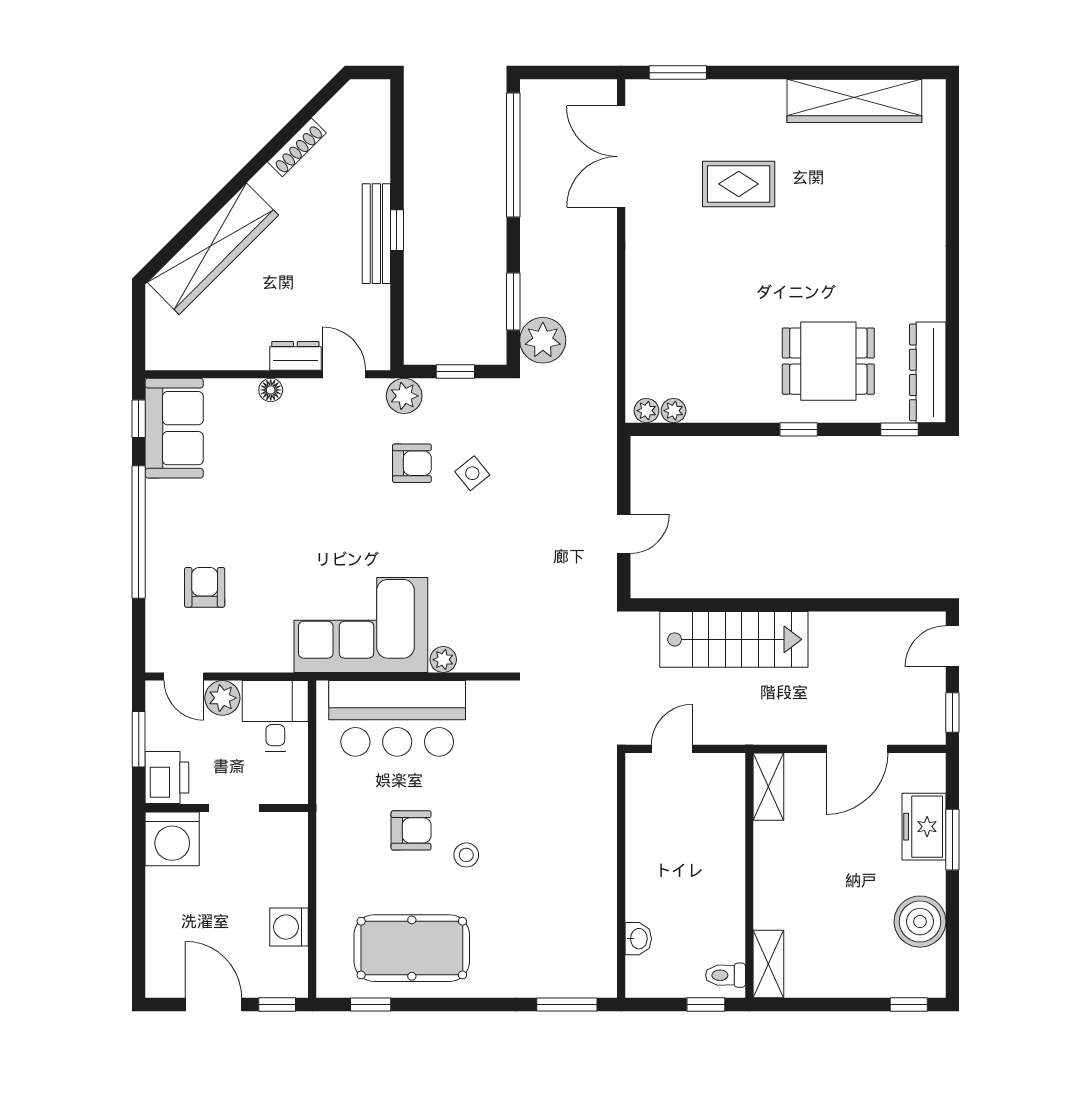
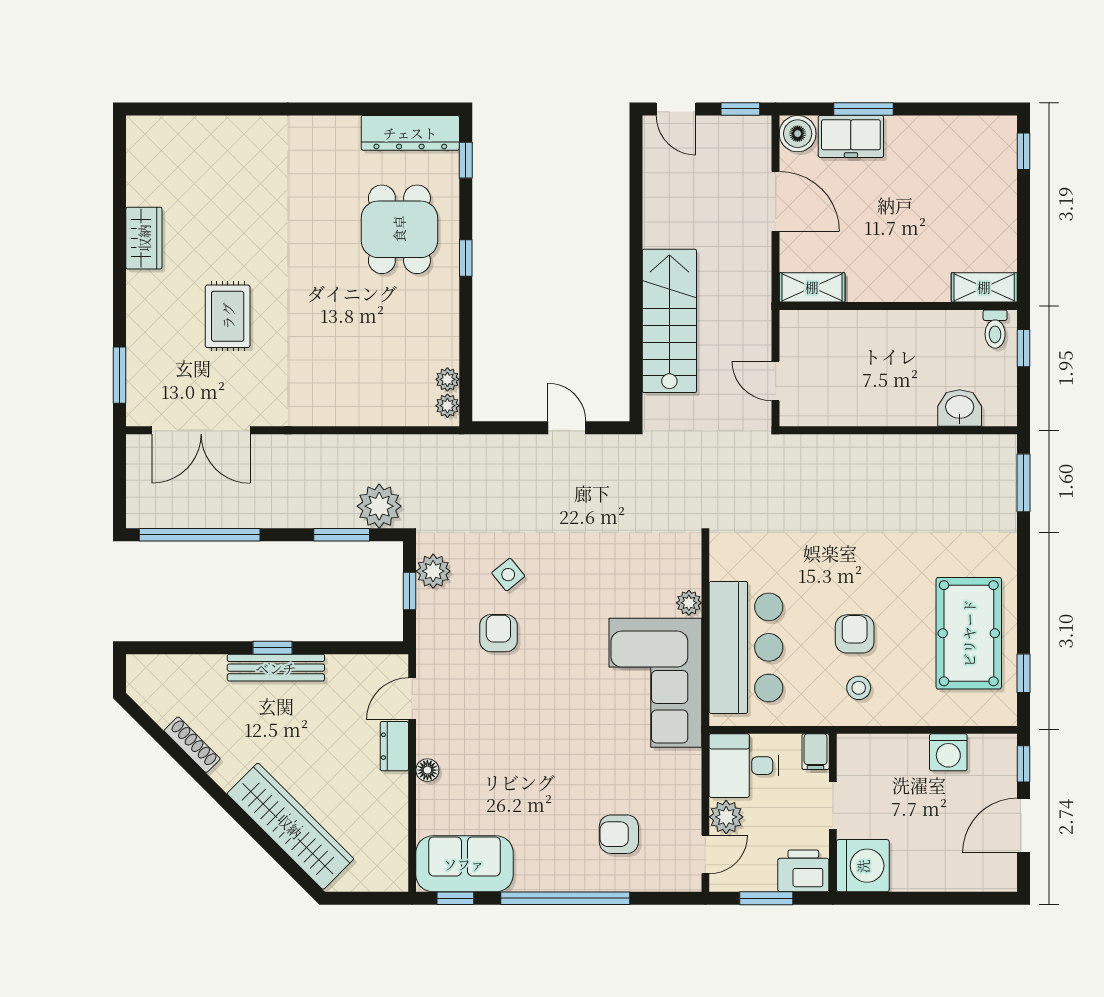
wardrobe: (854, 101) -> (144, 238), width x0.48, depth x0.85
plant: (404, 396) -> (433, 571), moved
filing cabinet: (290, 790) -> (816, 752), added
stool: (466, 855) -> (859, 688), moved
boiler: (920, 922) -> (798, 134), moved, width x0.73, depth x0.73
washbasin: (638, 939) -> (960, 408), width x1.38, depth x1.45

